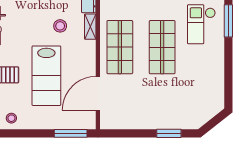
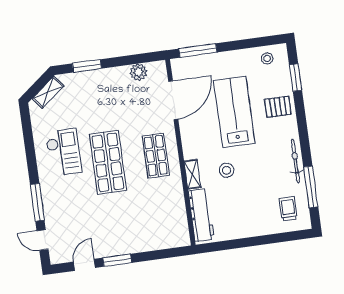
checkout: (201, 24) -> (64, 152), moved
shop shelf: (120, 47) -> (156, 156), width x0.70, depth x0.74
shelving: (206, 115) -> (48, 92), added
plant: (125, 122) -> (138, 72), added

